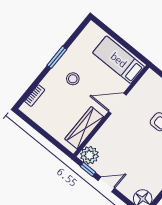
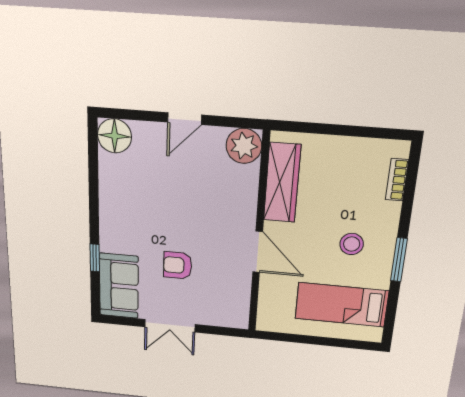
bed: (119, 60) -> (342, 305), moved, turned 180
door: (117, 103) -> (258, 252), hinge flipped
window: (88, 169) -> (230, 122), removed

